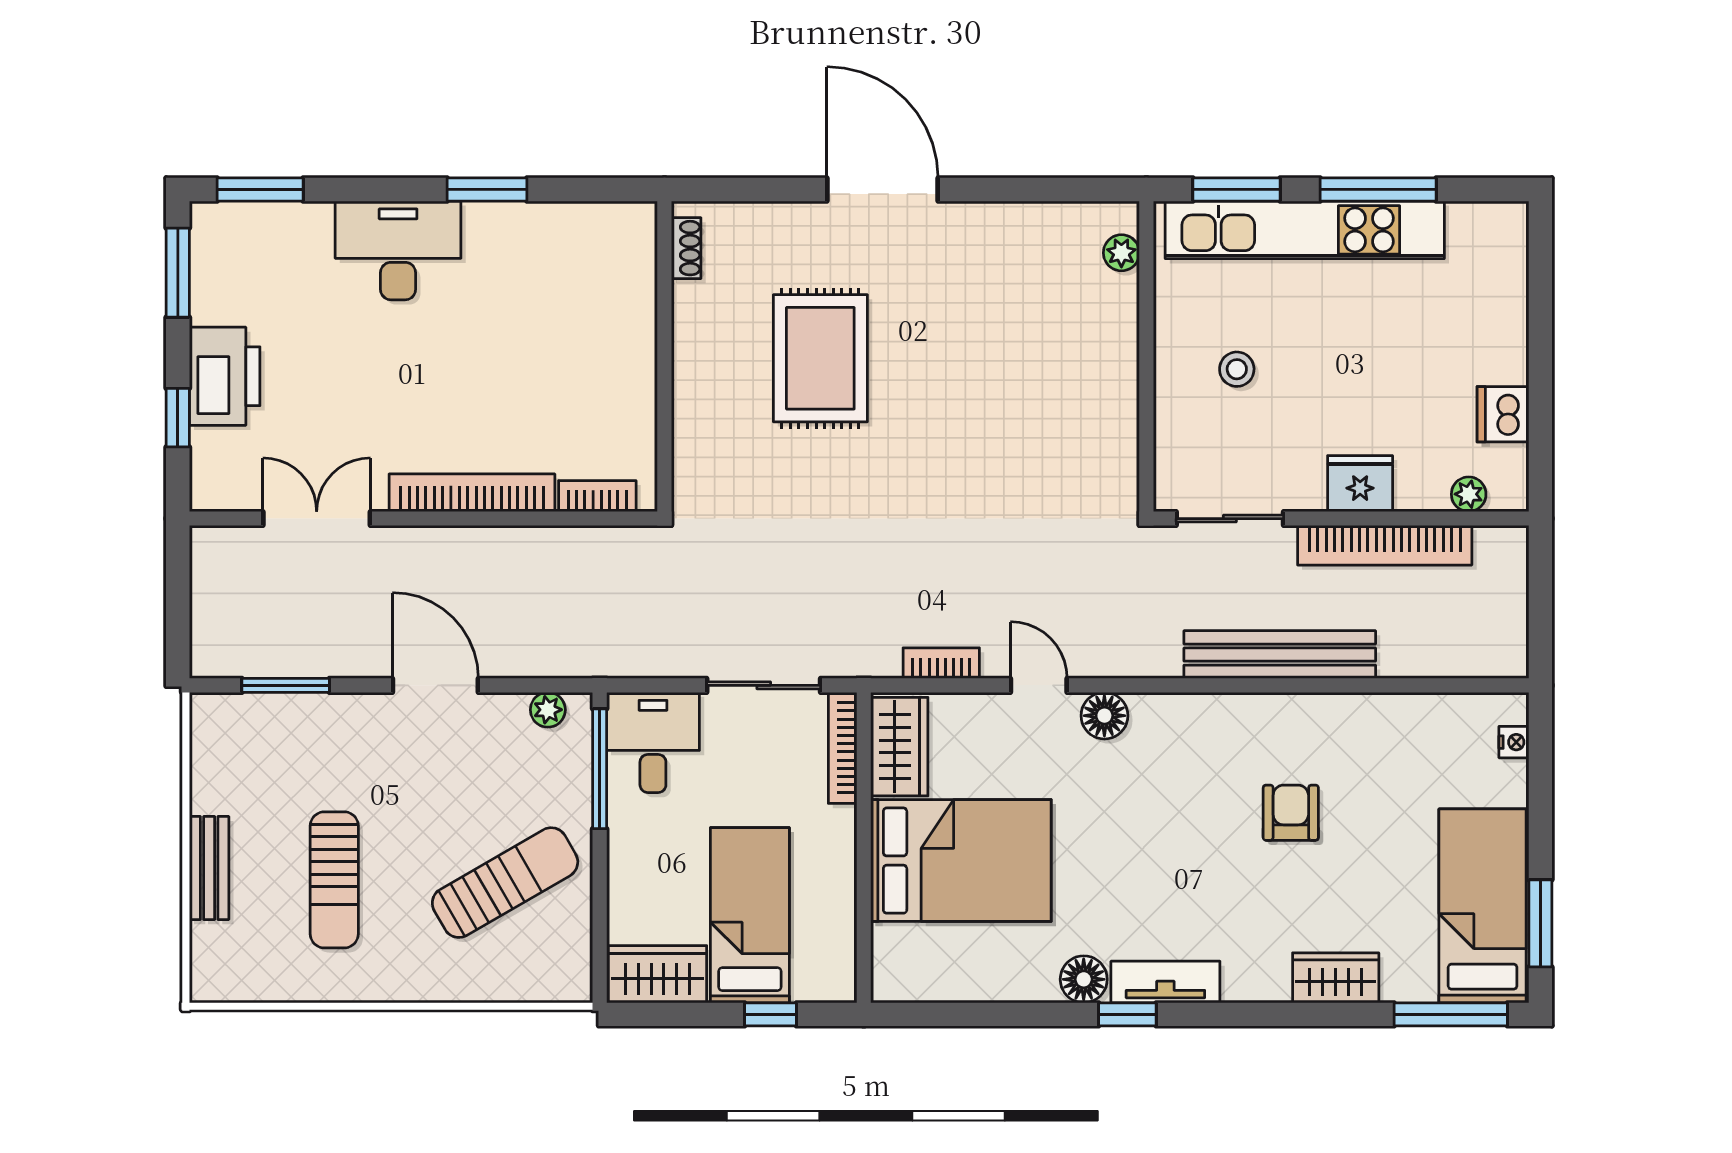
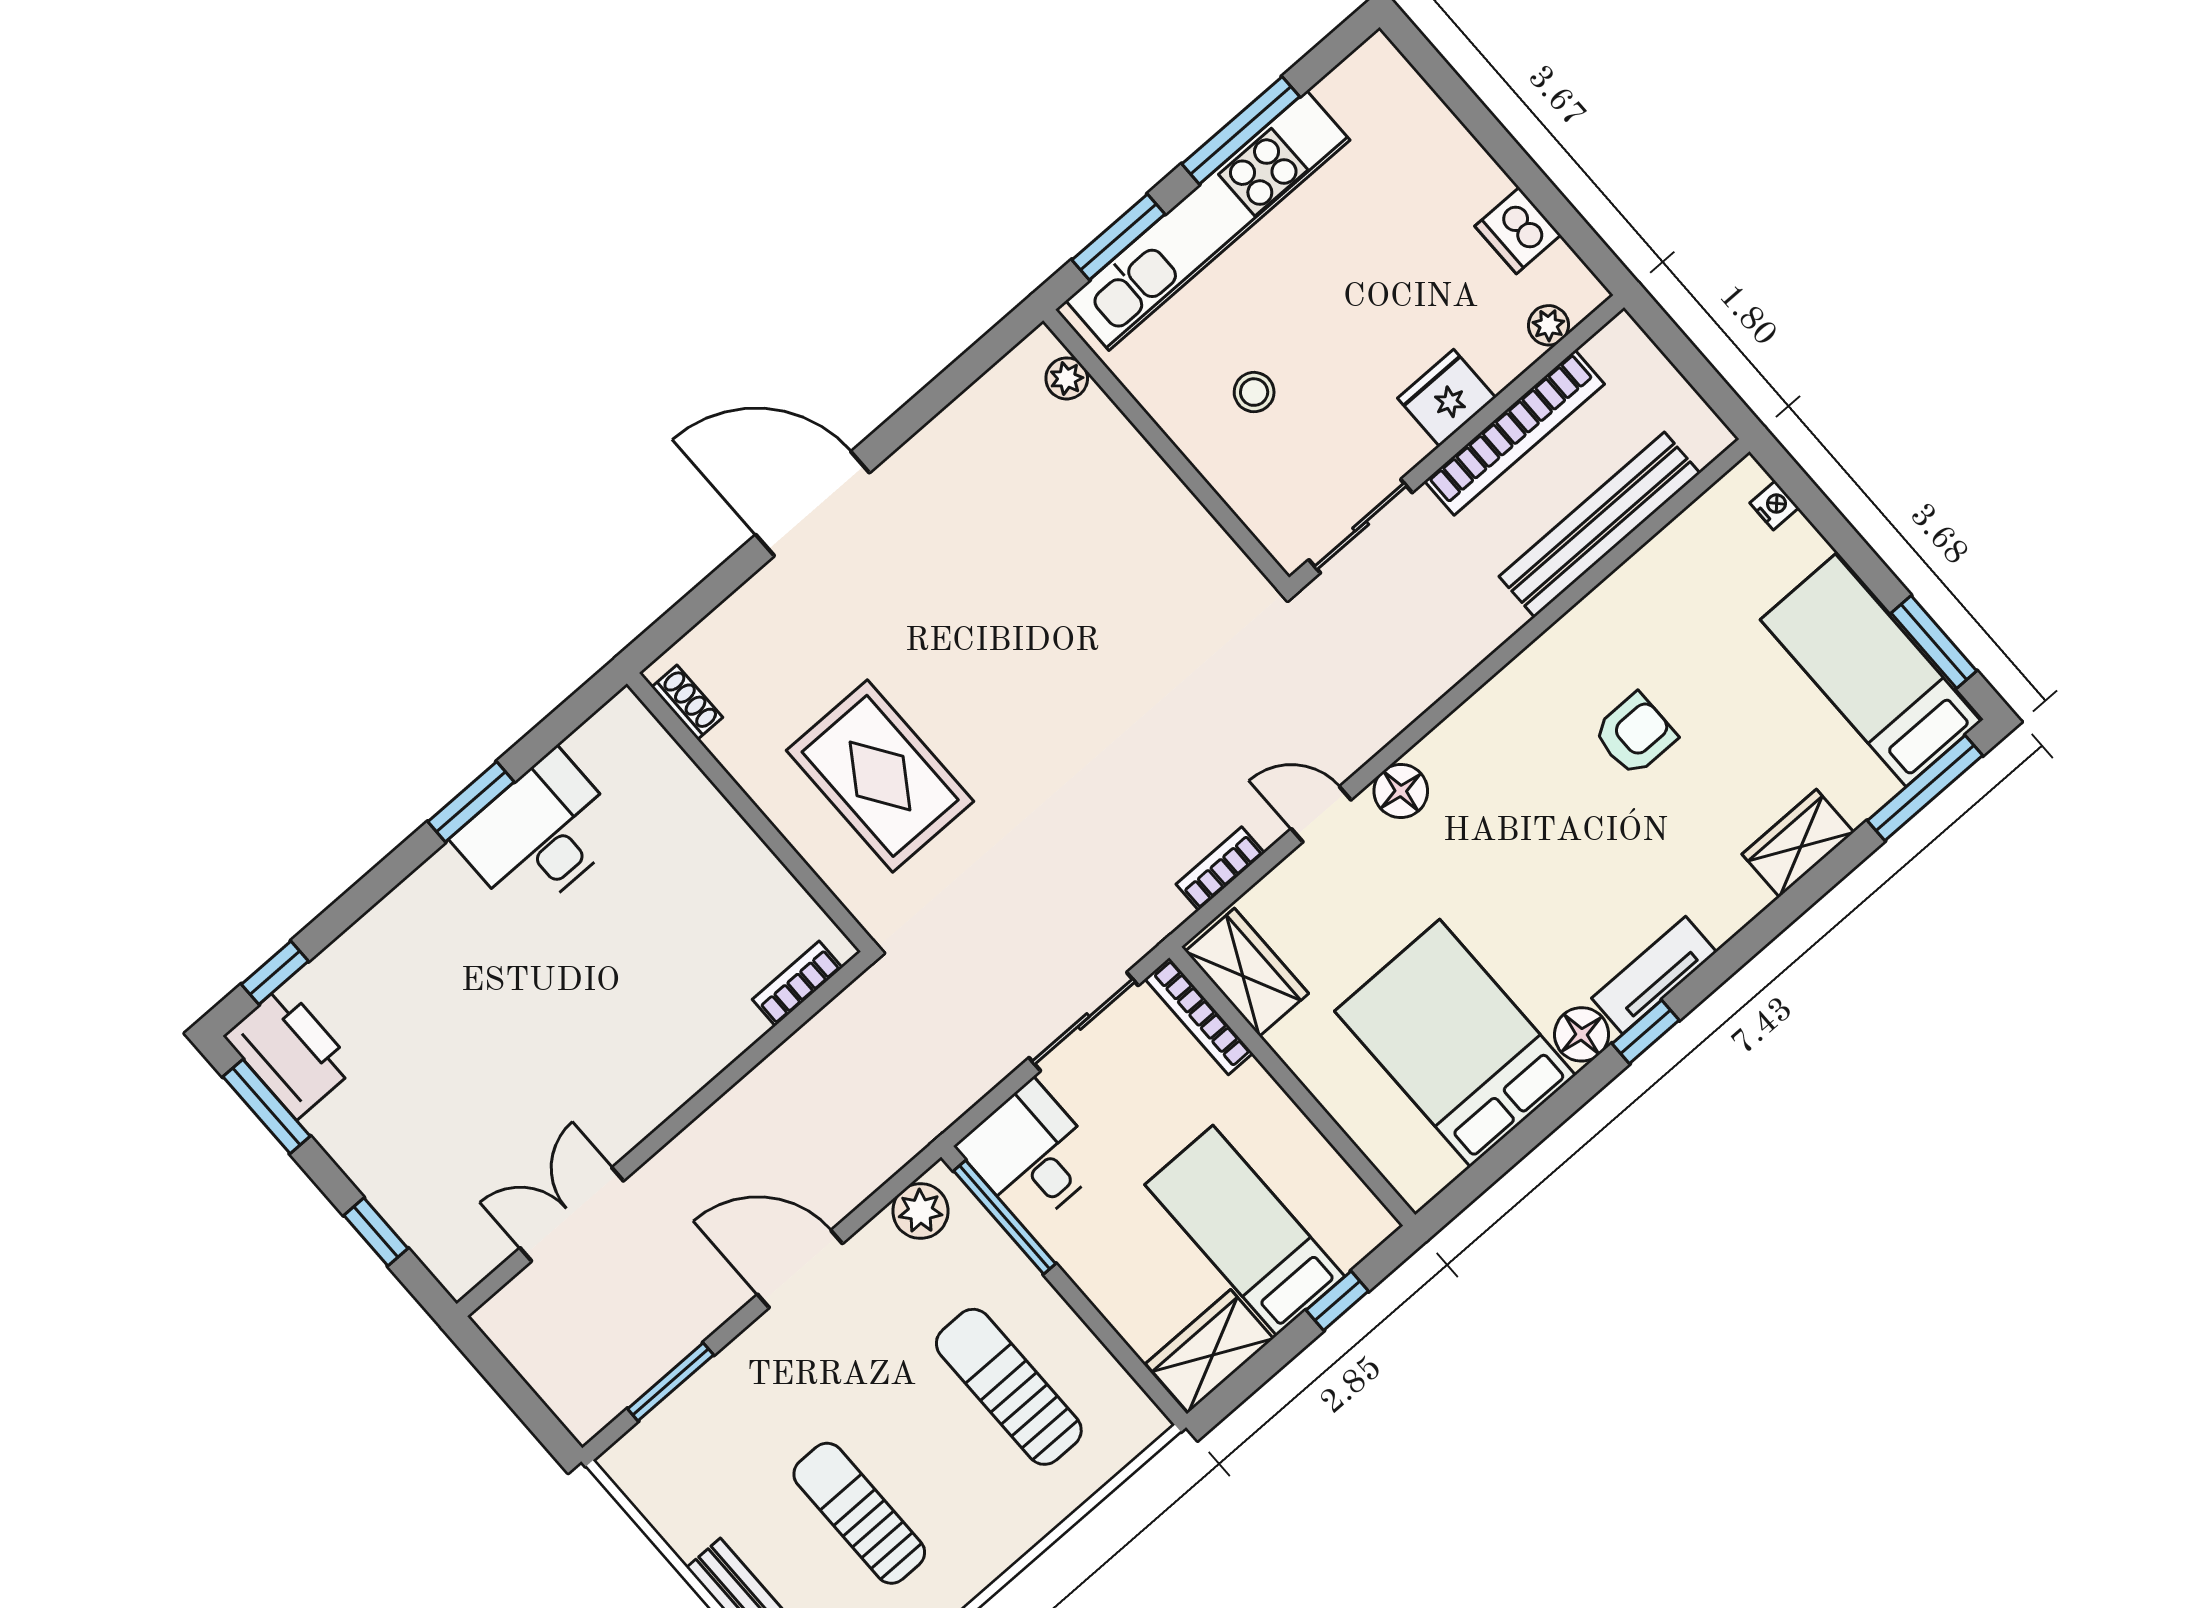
window: (260, 189) -> (275, 973), width x0.67
desk: (398, 250) -> (540, 835), moved
rug: (820, 358) -> (880, 776), moved
printer: (225, 376) -> (290, 1052), moved
bookcase: (472, 493) -> (686, 1075), removed
bench: (1280, 655) -> (1599, 525), moved
plant: (548, 710) -> (920, 1211), width x1.38, depth x1.38
armchair: (1291, 813) -> (1635, 734), turned 90
bed: (961, 861) -> (1455, 1043), moved, turned -90
sun lounger: (334, 880) -> (859, 1513), turned 180
sun lounger: (505, 883) -> (1009, 1387), turned -60

